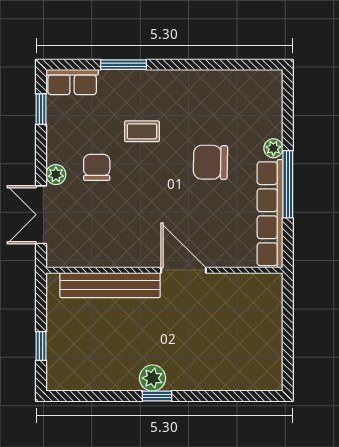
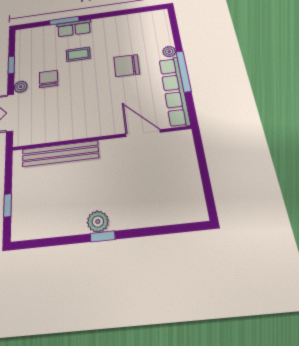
row of seats: (72, 82) -> (74, 28), moved
window: (41, 109) -> (11, 65), moved
door: (183, 270) -> (143, 133), moved

